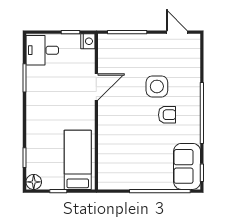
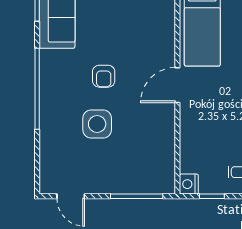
door: (96, 87) -> (177, 85), moved
armchair: (167, 115) -> (104, 76), moved, turned -90

